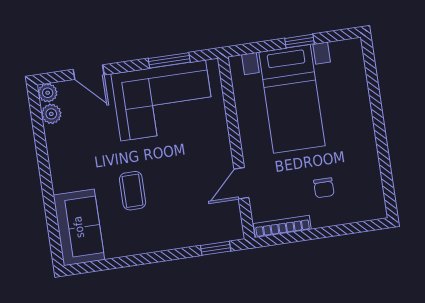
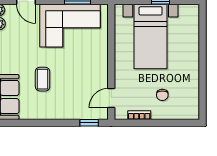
door: (241, 183) -> (111, 98), moved
bookcase: (282, 226) -> (139, 115), width x0.64

